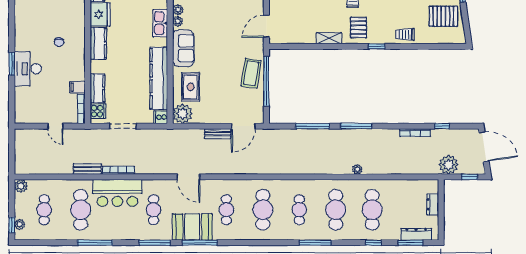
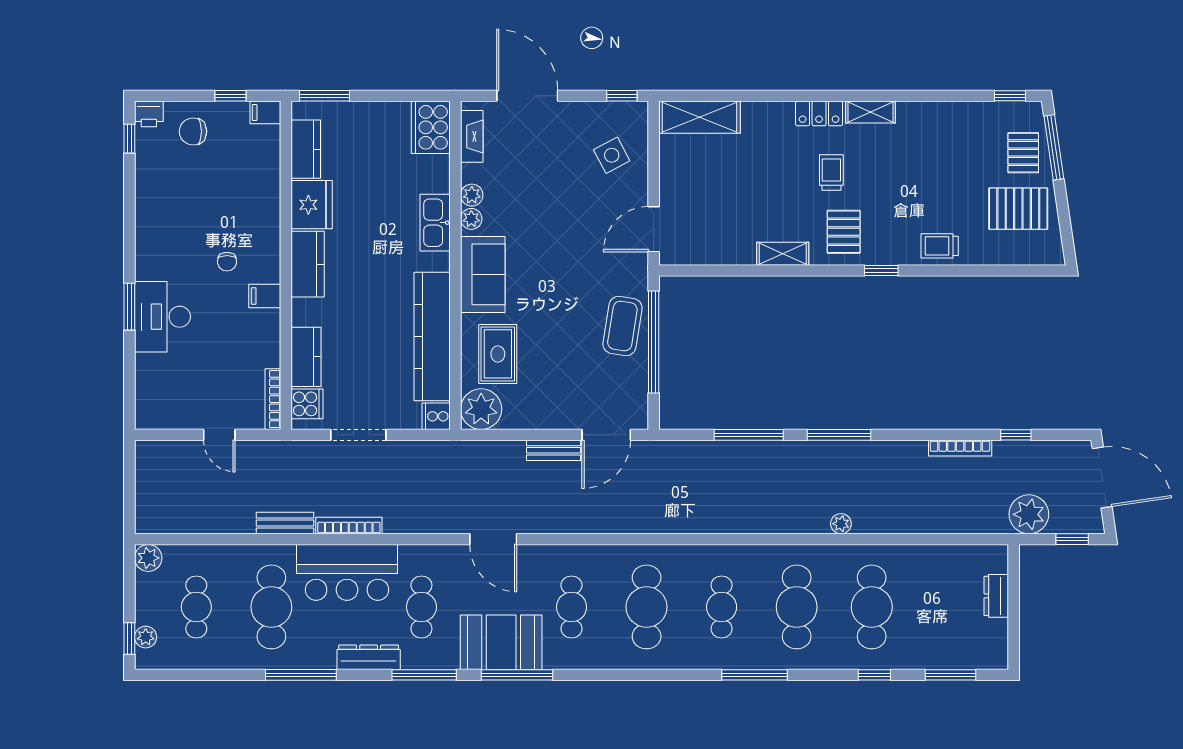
filing cabinet: (77, 87) -> (265, 296), moved
dresser: (416, 234) -> (369, 657), moved

